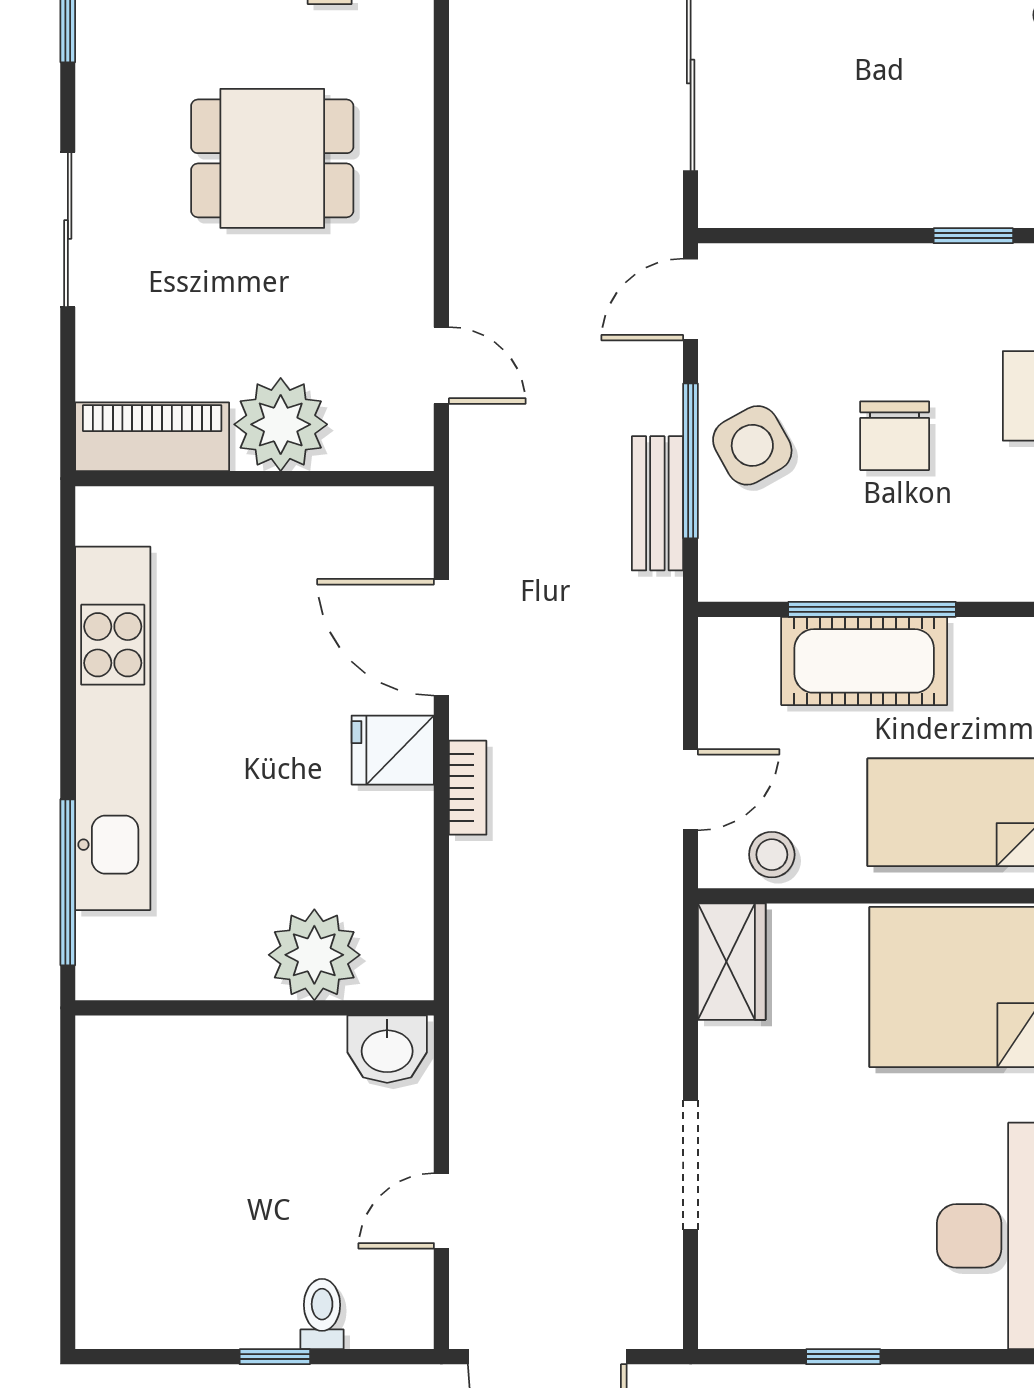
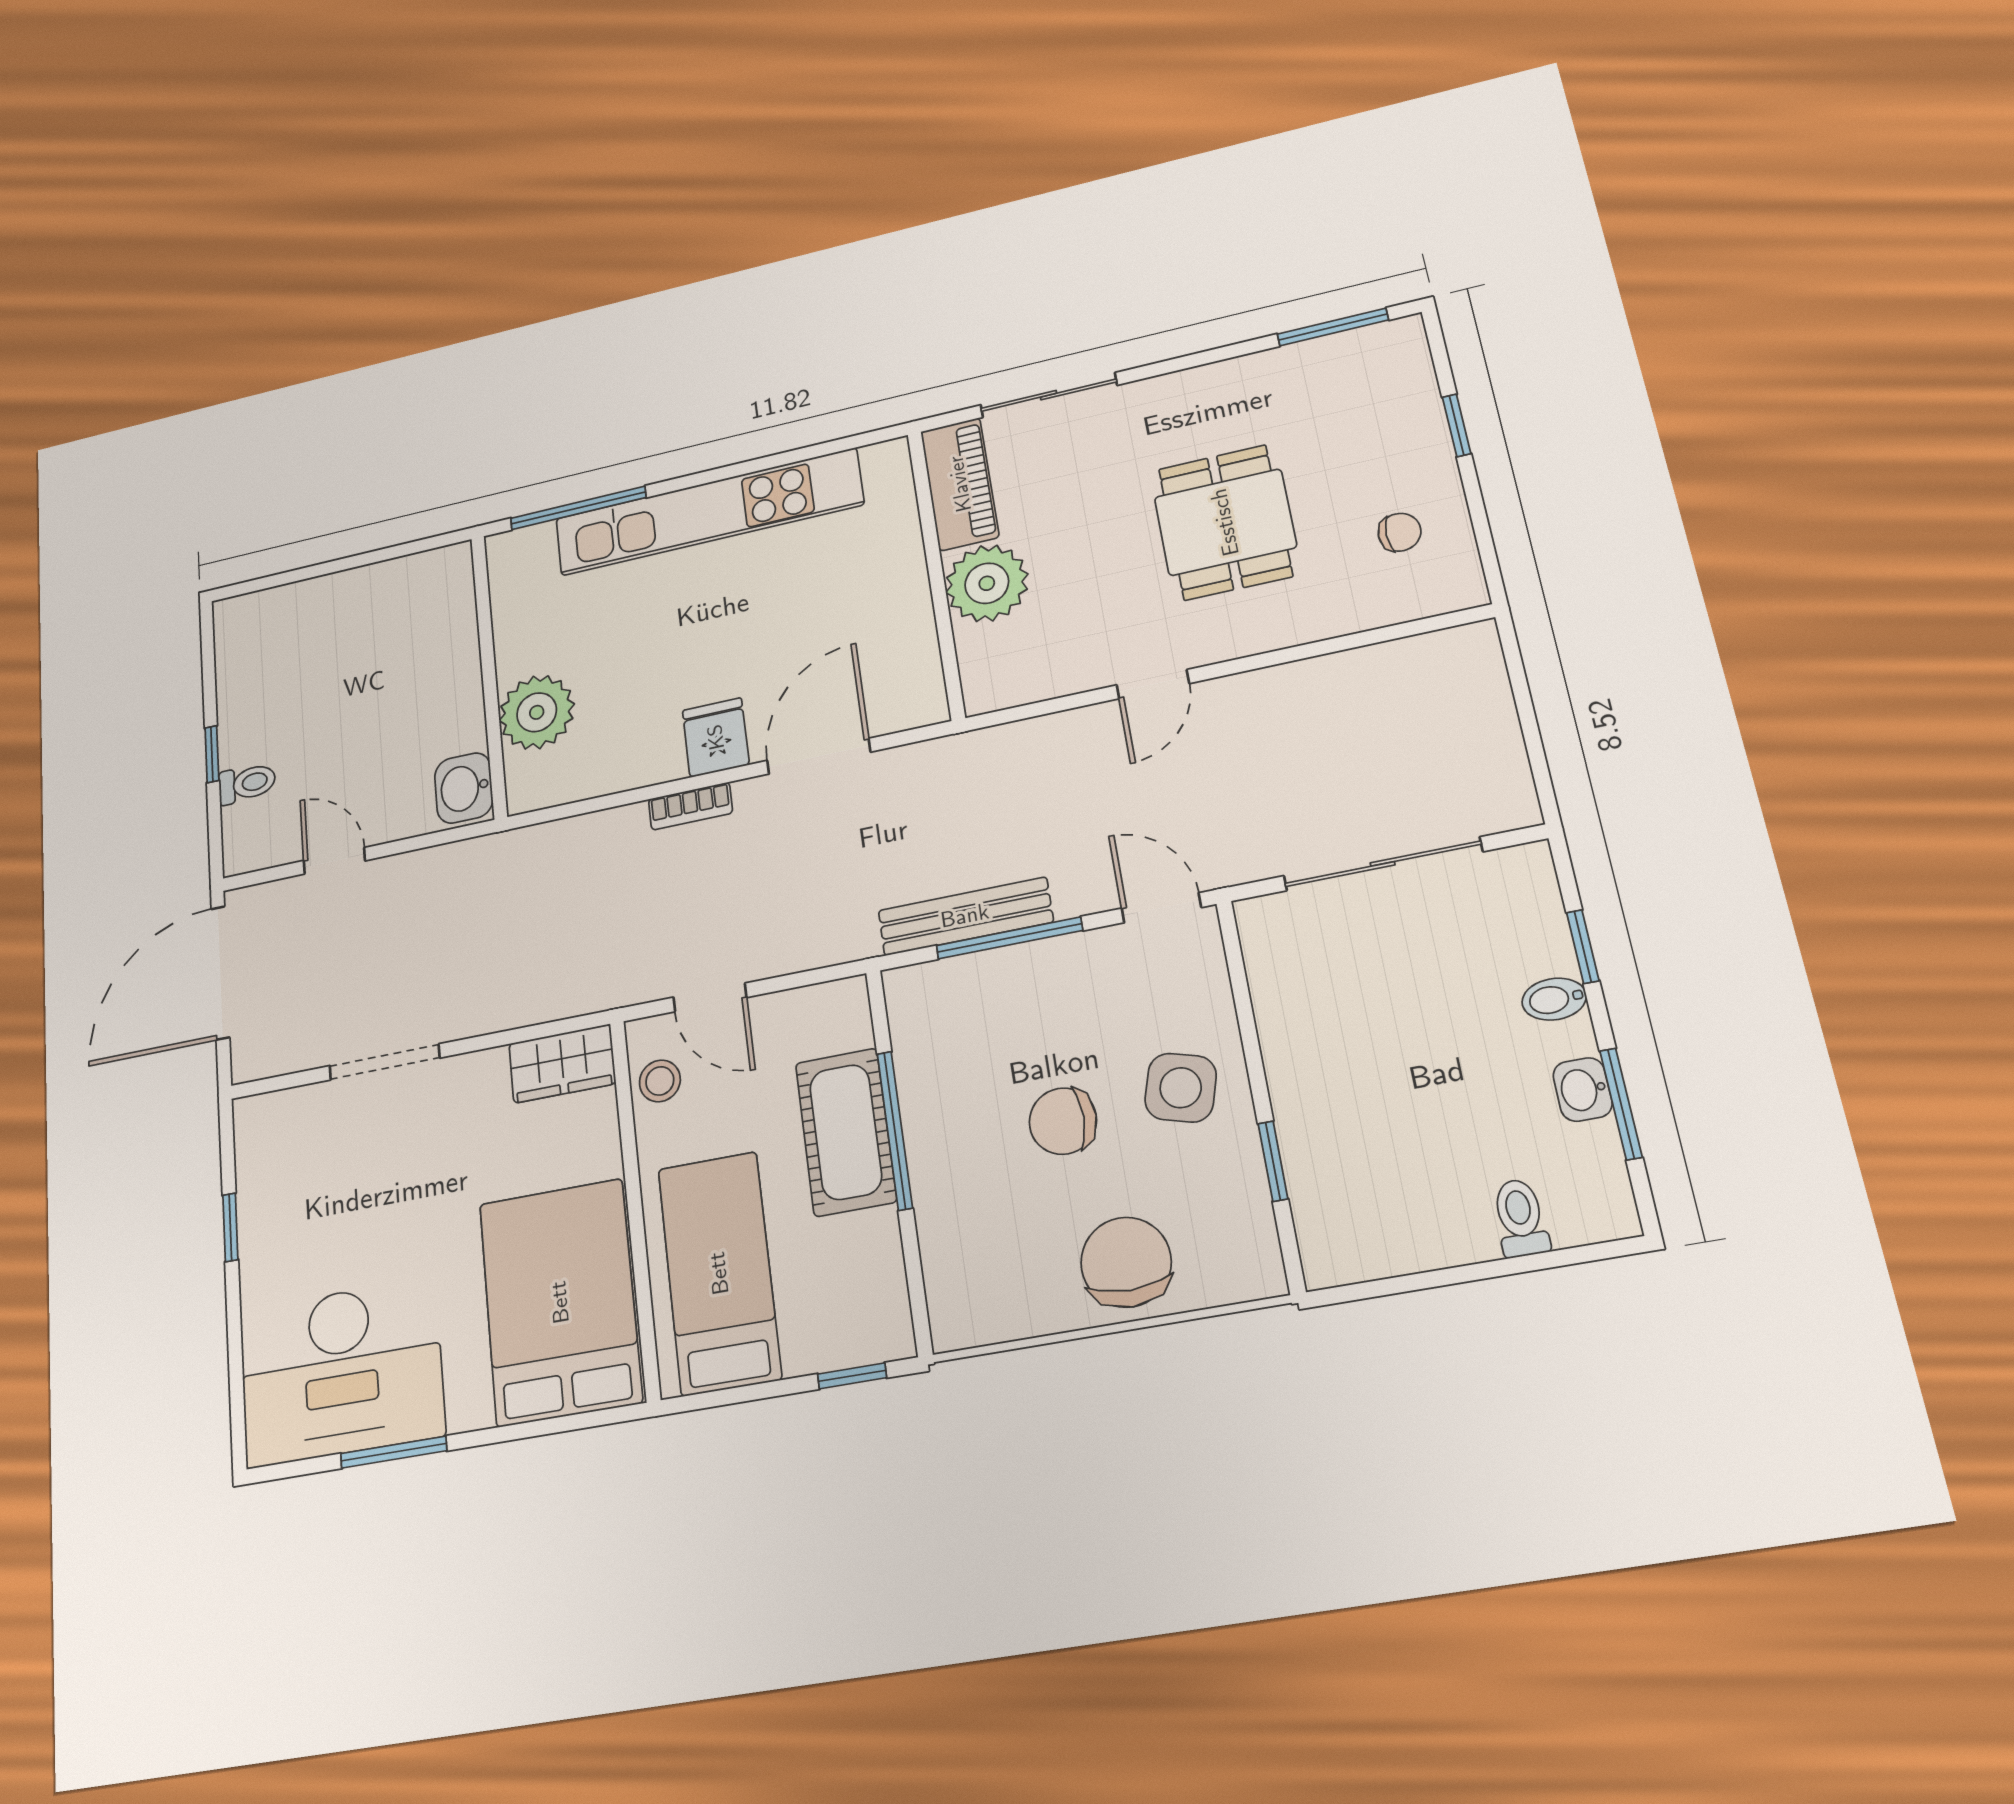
sliding door: (68, 230) -> (1049, 395), moved
door: (441, 365) -> (1153, 684), moved
side table: (752, 445) -> (1181, 1088), moved, turned 45
bench: (657, 503) -> (965, 916), width x1.36

